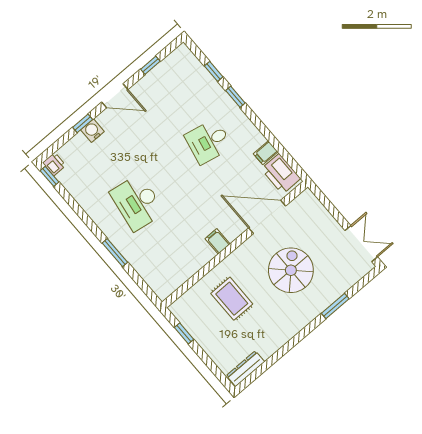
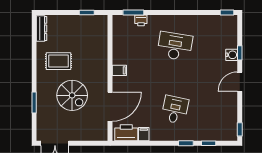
window: (150, 65) -> (240, 129), moved
printer: (54, 164) -> (141, 20), moved
window: (115, 253) -> (133, 12), moved
rug: (232, 299) -> (58, 61), moved

